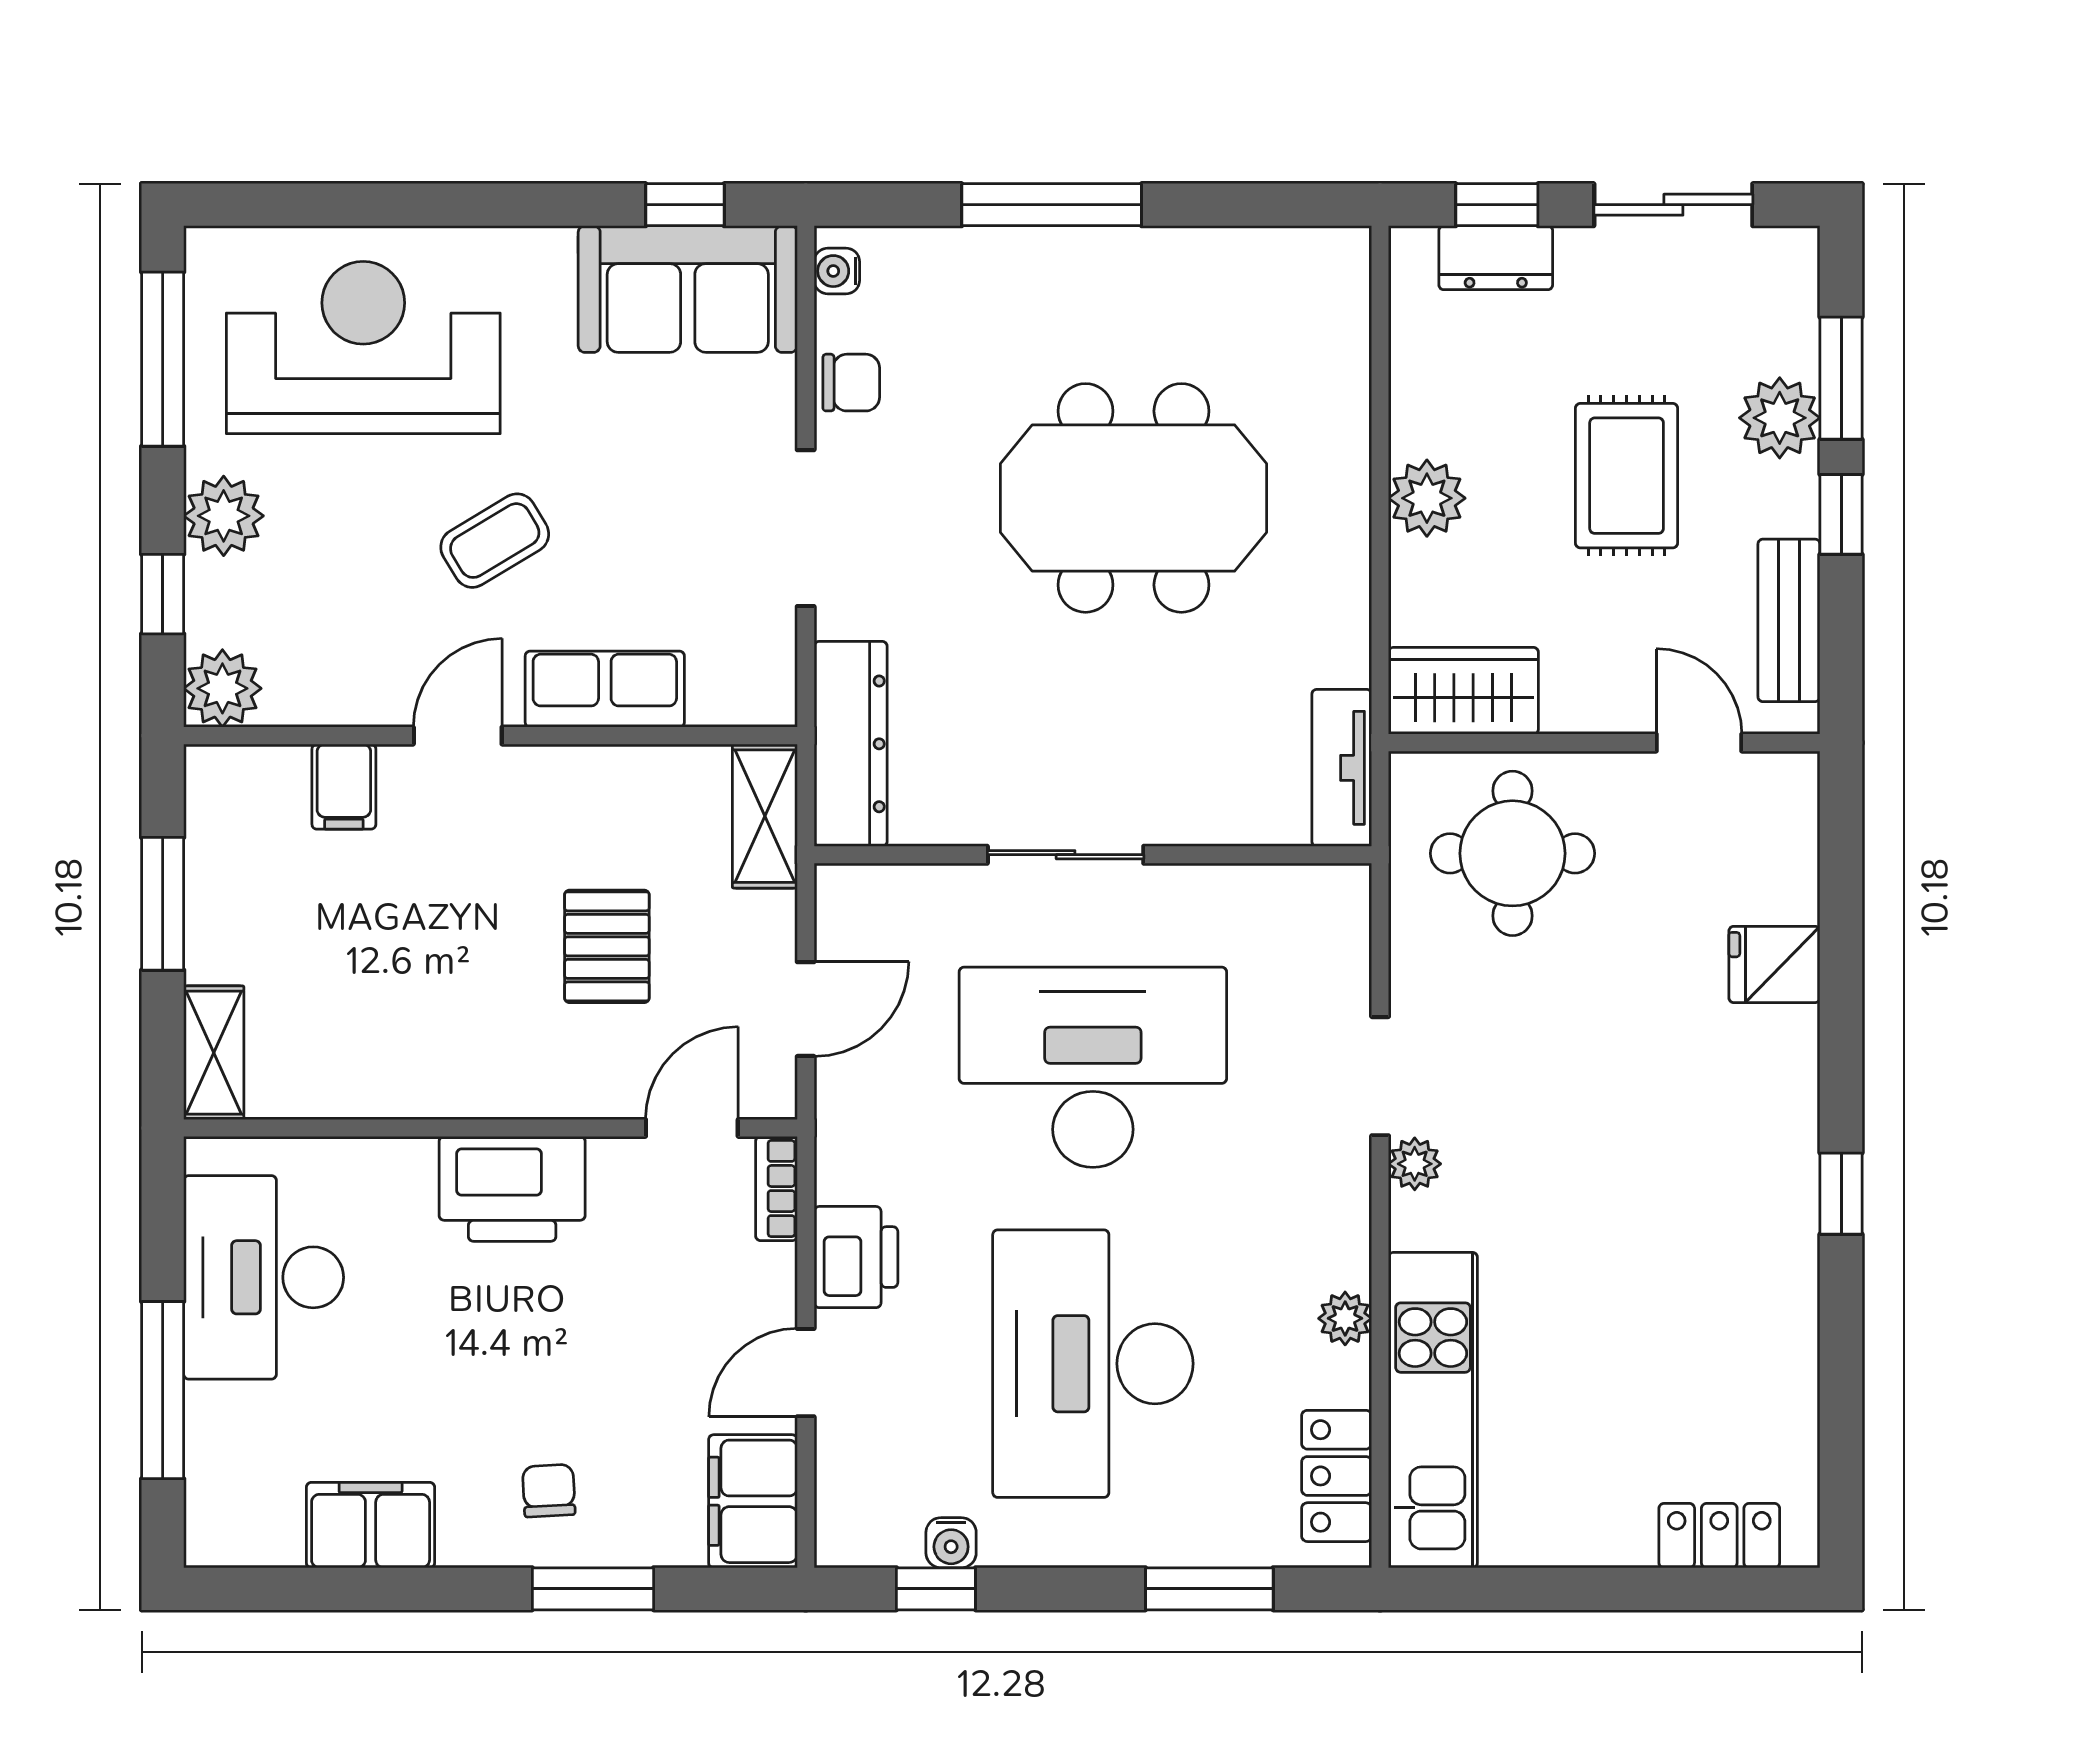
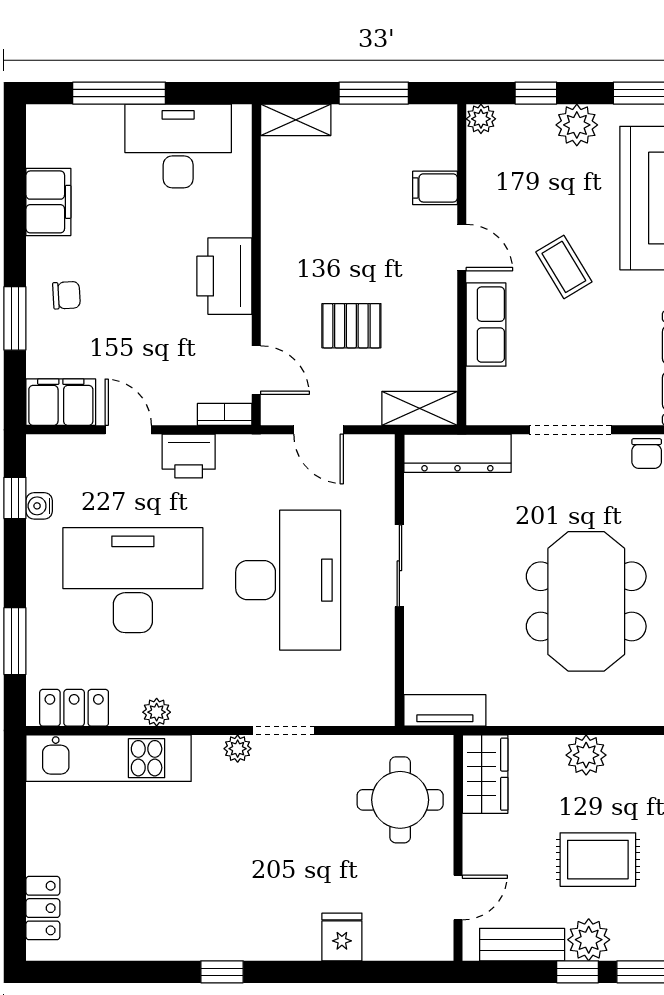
plant: (1780, 418) -> (589, 940), moved
plant: (222, 688) -> (481, 119), width x0.73, depth x0.73

